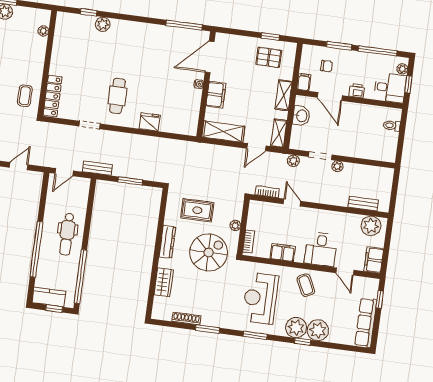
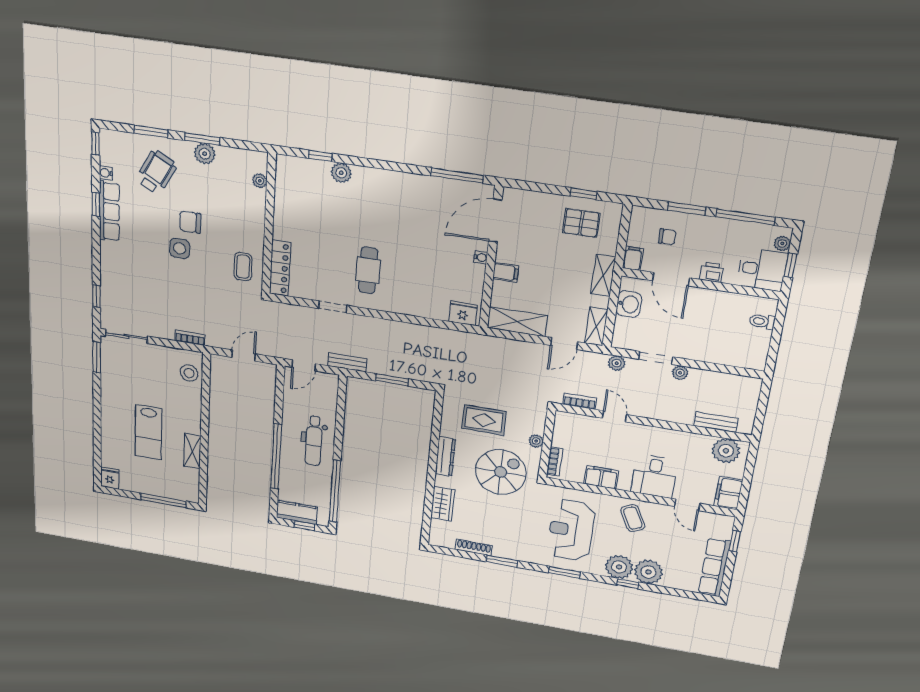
filing cabinet: (216, 95) -> (506, 272), width x0.50
fridge: (150, 122) -> (463, 313), moved

